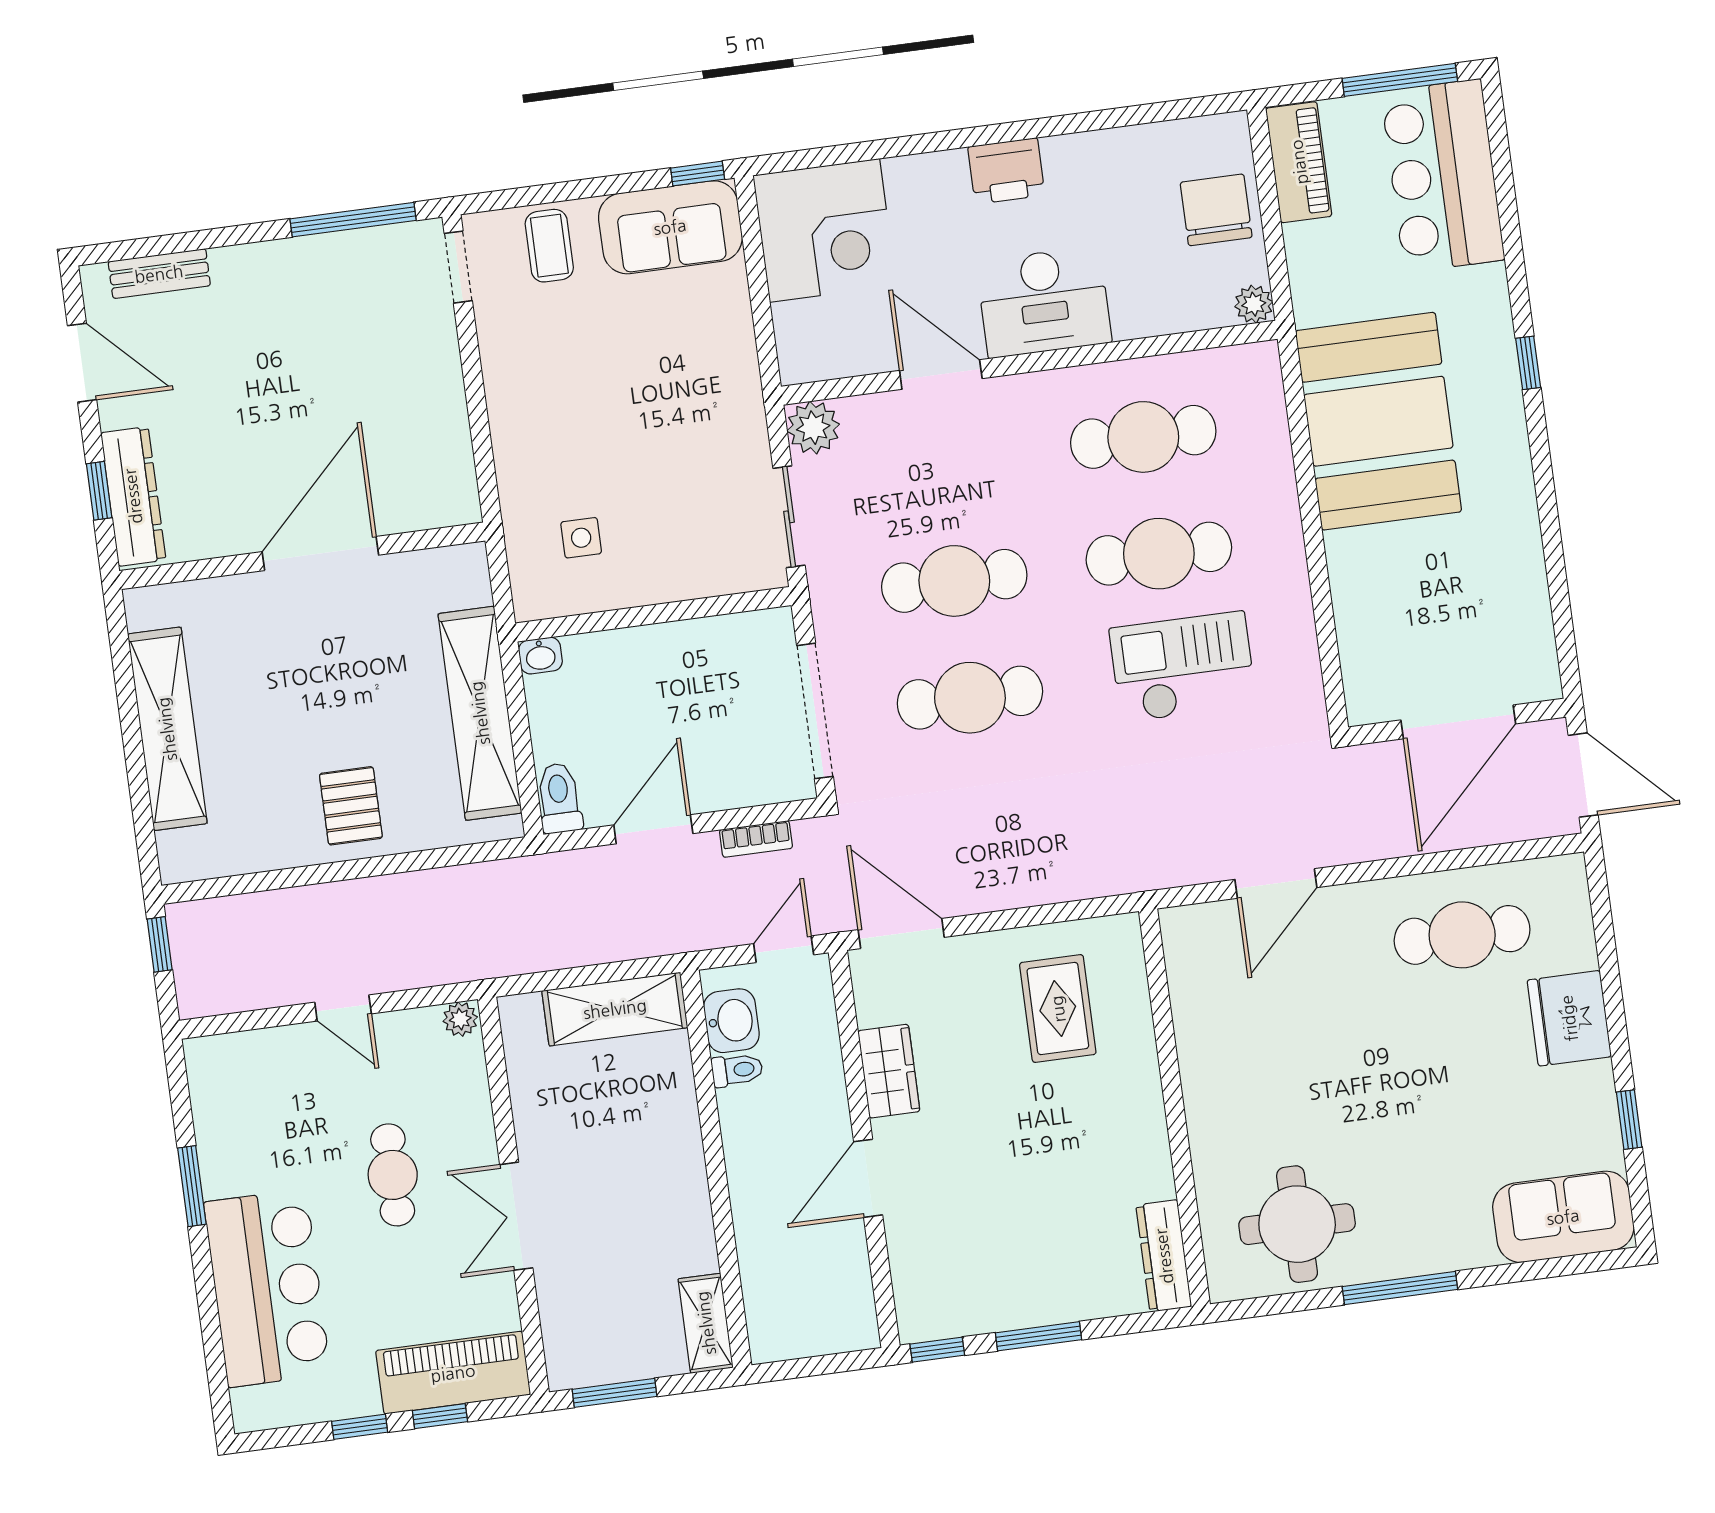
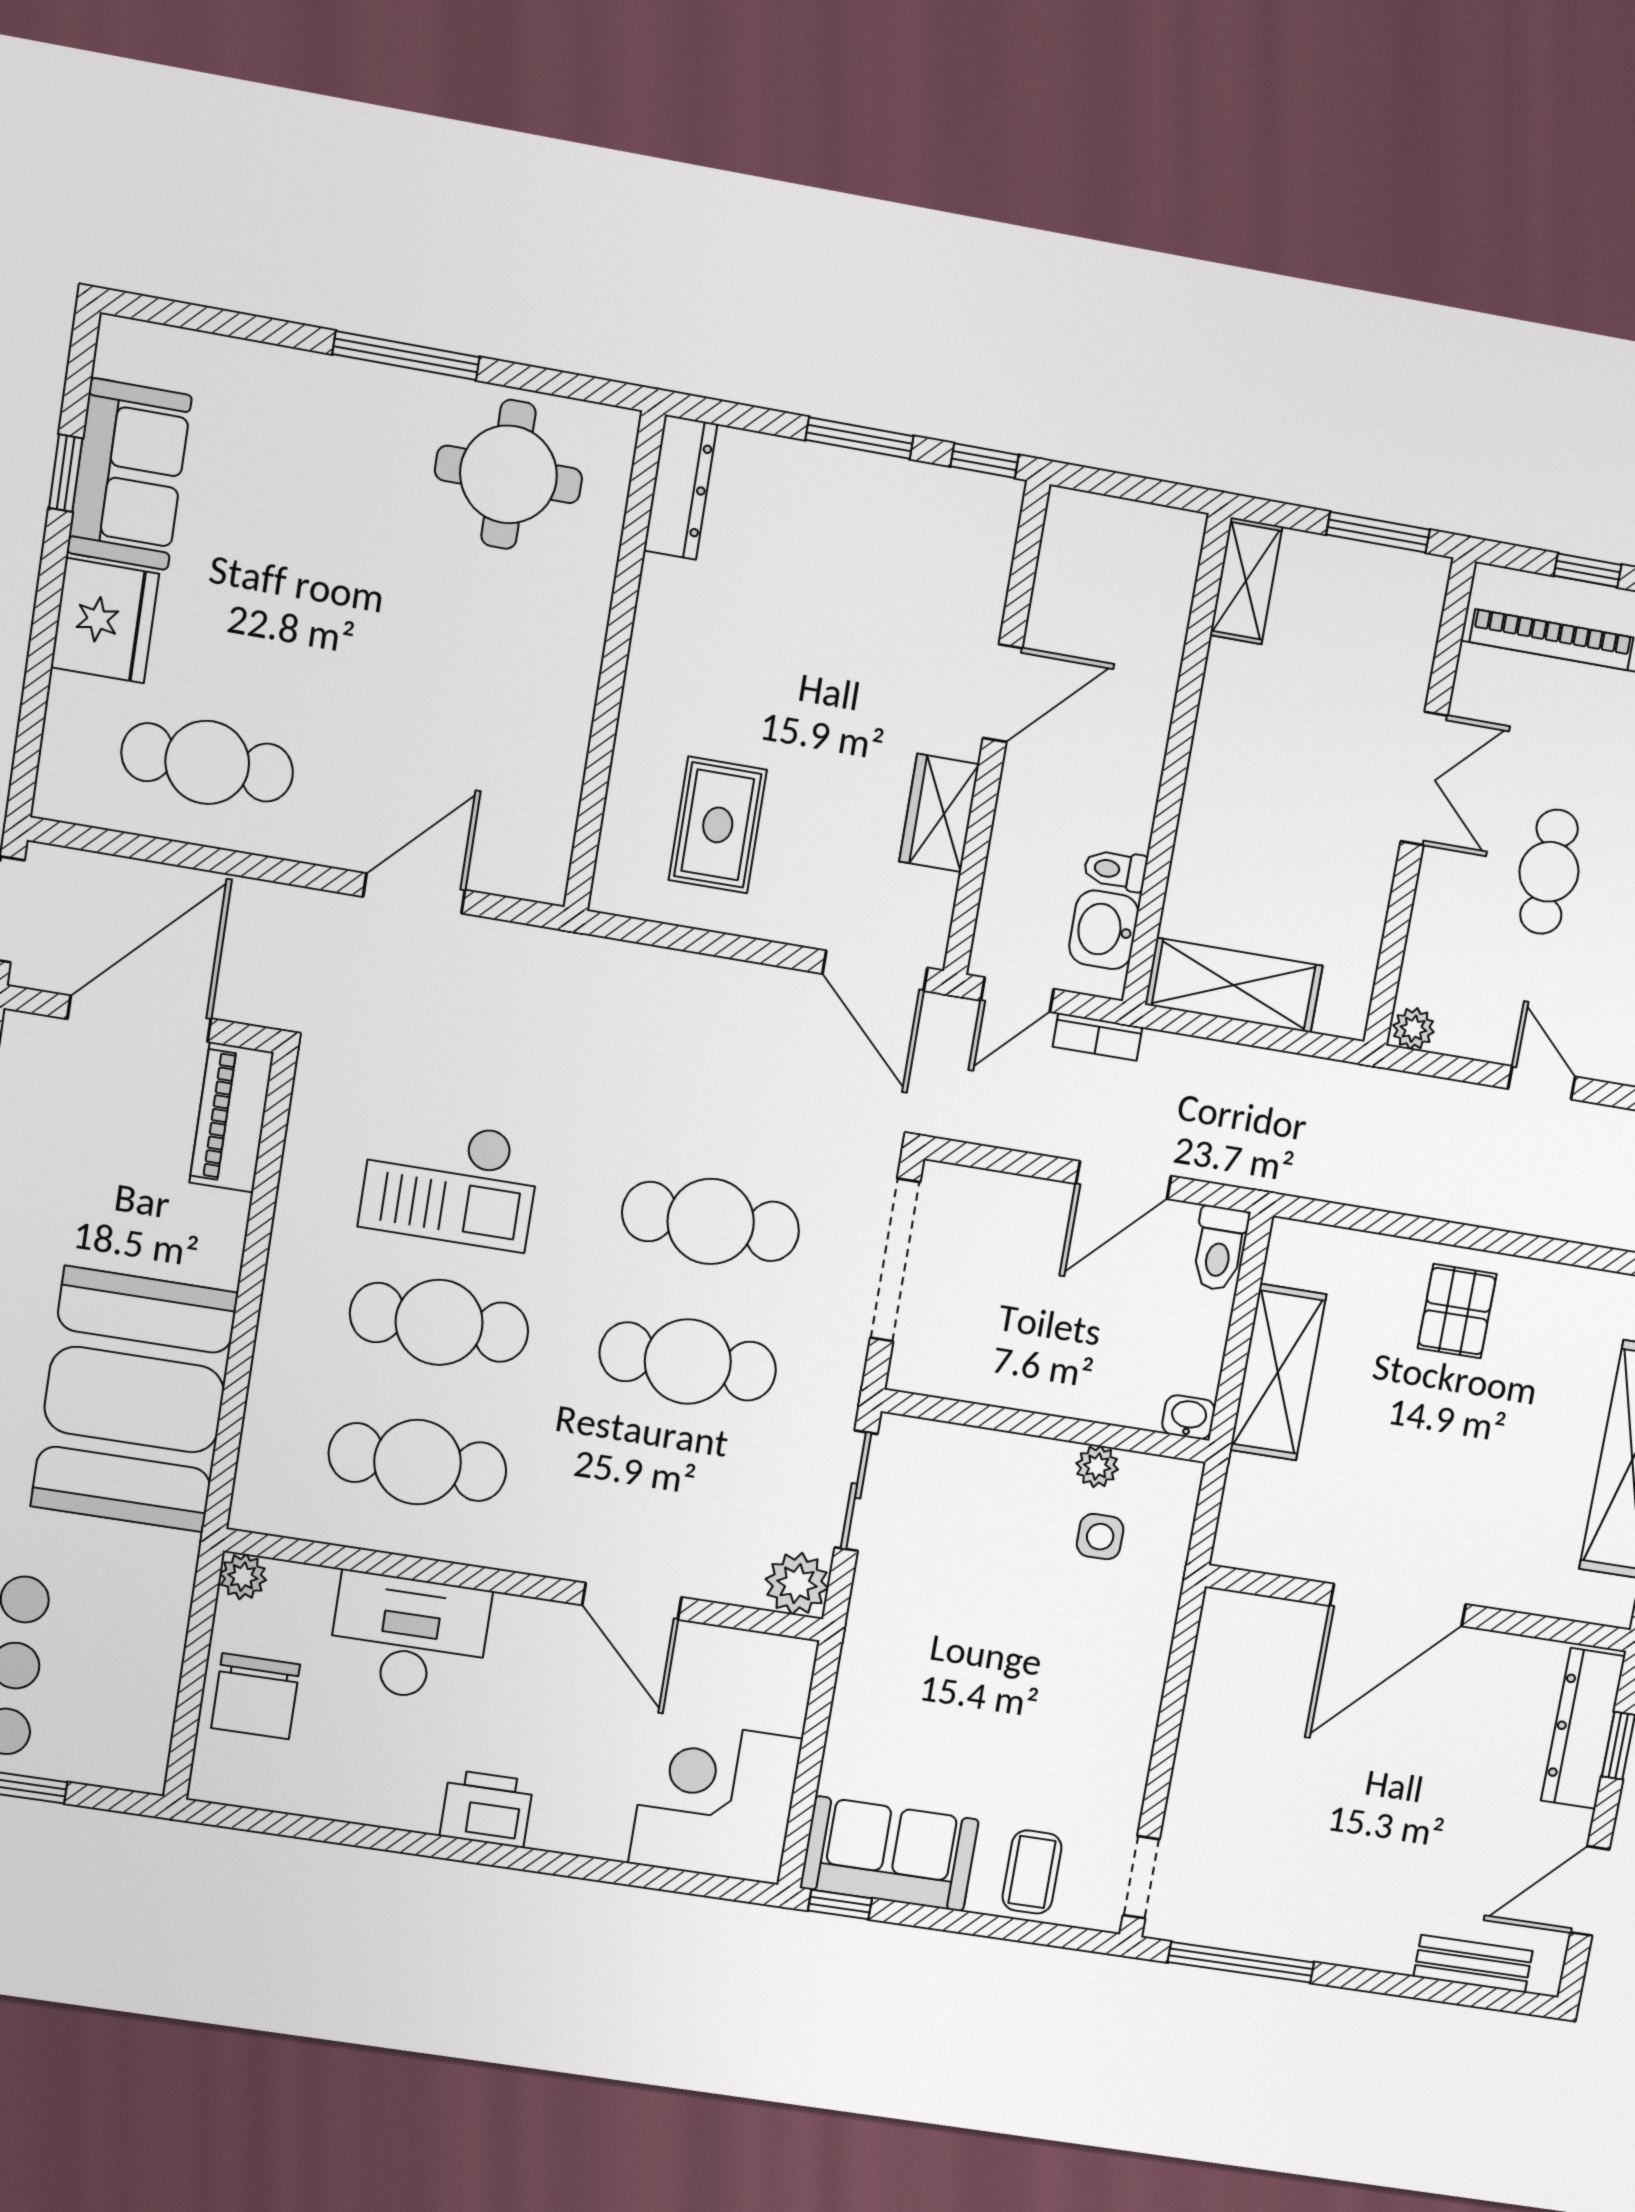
piano: (1299, 162) -> (232, 1117), moved
desk: (1044, 302) -> (409, 1637), moved
door: (82, 363) -> (1590, 1891), hinge flipped
plant: (602, 594) -> (1097, 1466), added
shelving: (480, 713) -> (1278, 1372), width x0.68
bookcase: (756, 839) -> (1097, 1037), moved, turned 180
sofa: (1563, 1217) -> (129, 474), moved, turned -90

